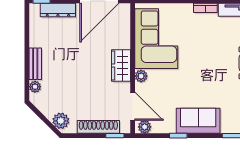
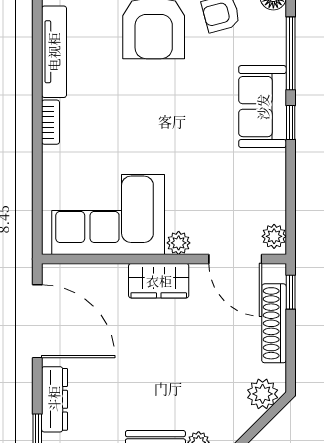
door: (133, 106) -> (235, 259), swing flipped
sofa: (198, 121) -> (263, 107), moved
window: (178, 136) -> (291, 122), moved

